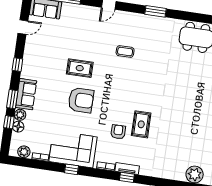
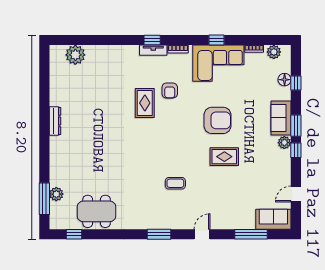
window: (156, 11) -> (159, 234), moved
window: (12, 99) -> (296, 126), moved
armchair: (81, 100) -> (218, 120), turned 180
plant: (20, 115) -> (284, 143), moved

